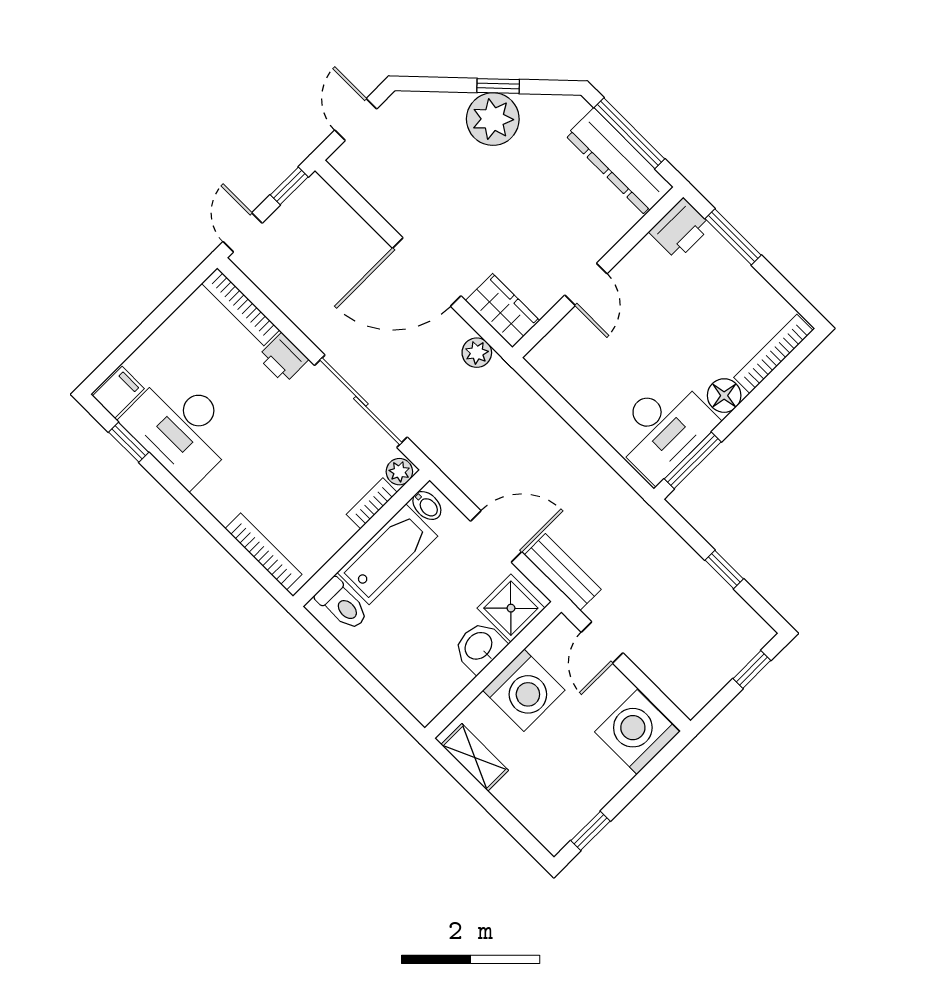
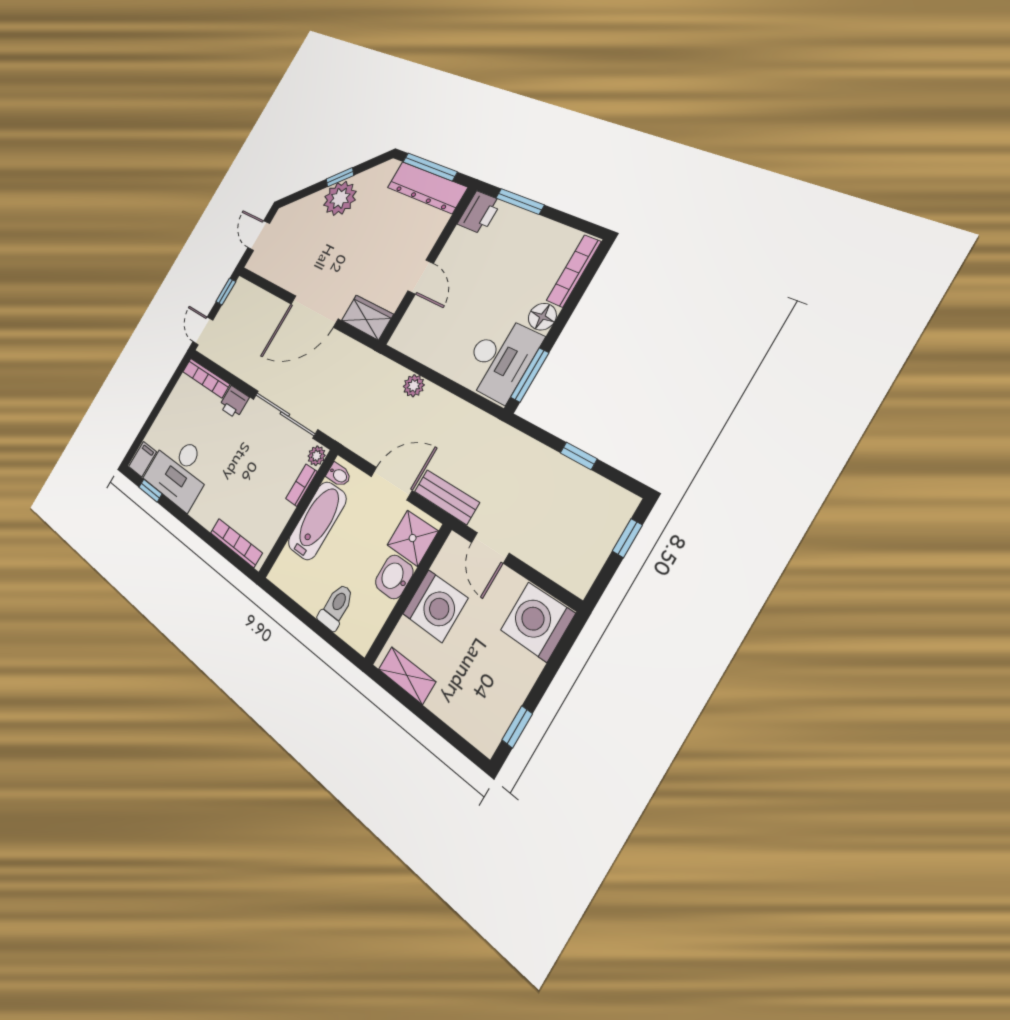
plant: (477, 353) -> (414, 386), moved
toilet: (342, 604) -> (336, 607), moved, turned -90

